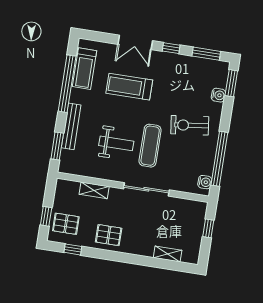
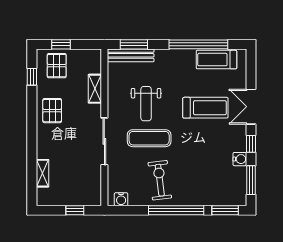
treadmill: (129, 87) -> (205, 108), turned 90
water cooler: (218, 95) -> (240, 159), moved, turned -90
exercise bike: (190, 125) -> (160, 180), moved
bench: (71, 126) -> (131, 55), moved
window: (219, 159) -> (176, 210), moved

